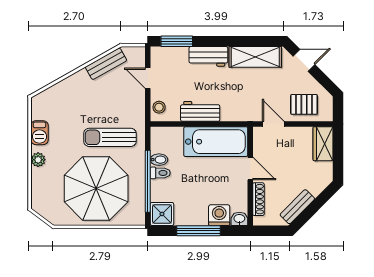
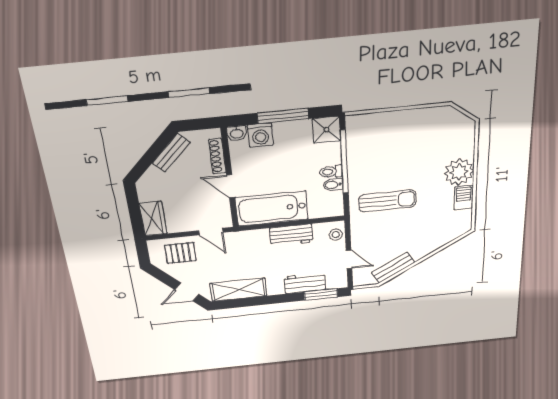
workbench: (208, 56) -> (305, 283), moved
plant: (38, 160) -> (459, 172), width x1.88, depth x1.88
parasol: (96, 188) -> (402, 149), removed

